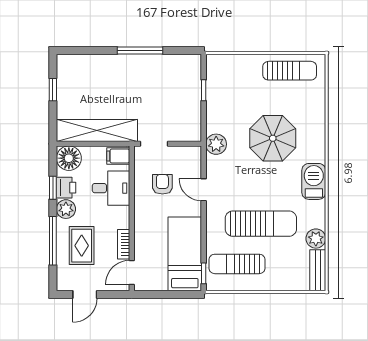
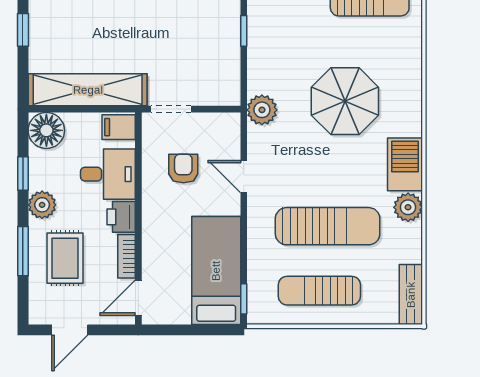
printer: (66, 188) -> (121, 217), moved, turned 180
plant: (316, 239) -> (408, 207), moved
window: (53, 241) -> (23, 251), width x0.69
sun lounger: (237, 264) -> (319, 291), moved

